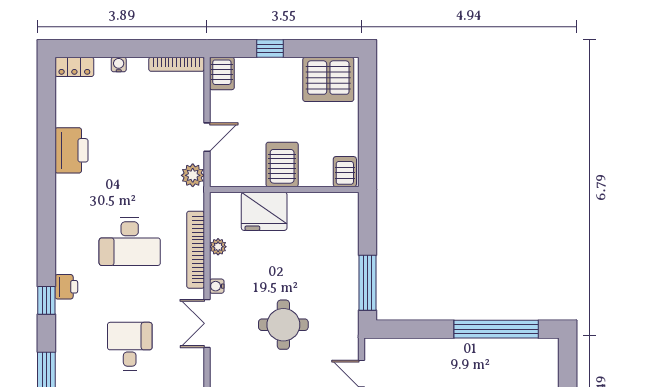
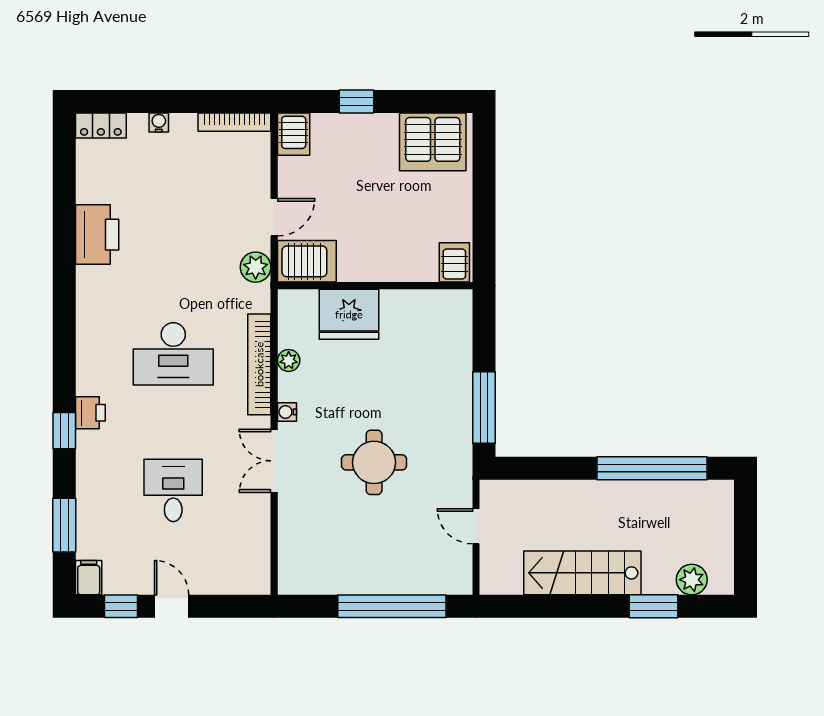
server rack: (282, 164) -> (307, 261), moved, turned 90

